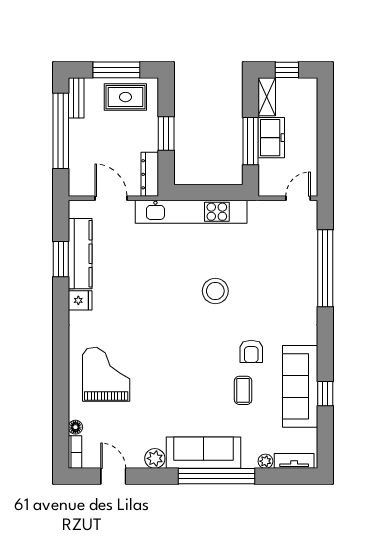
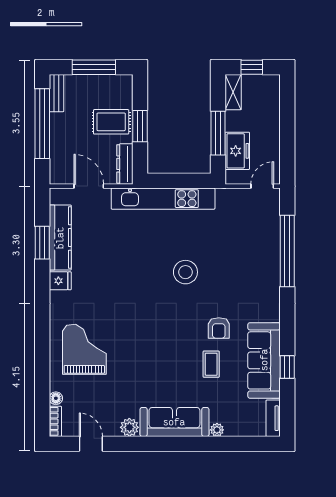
rug: (125, 97) -> (111, 122), moved
freezer: (271, 138) -> (237, 151), moved
plant: (265, 461) -> (217, 430), moved
tv unit: (294, 461) -> (273, 418), moved, turned -90
window: (217, 476) -> (187, 444), removed

